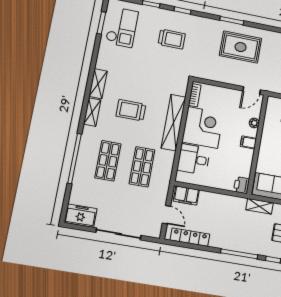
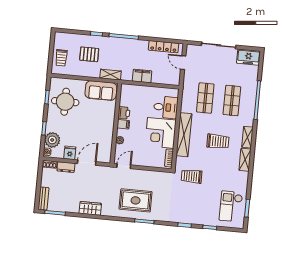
trolley: (172, 39) -> (192, 176), moved
printer: (242, 185) -> (124, 113), moved
filing cabinet: (186, 195) -> (142, 76), moved

